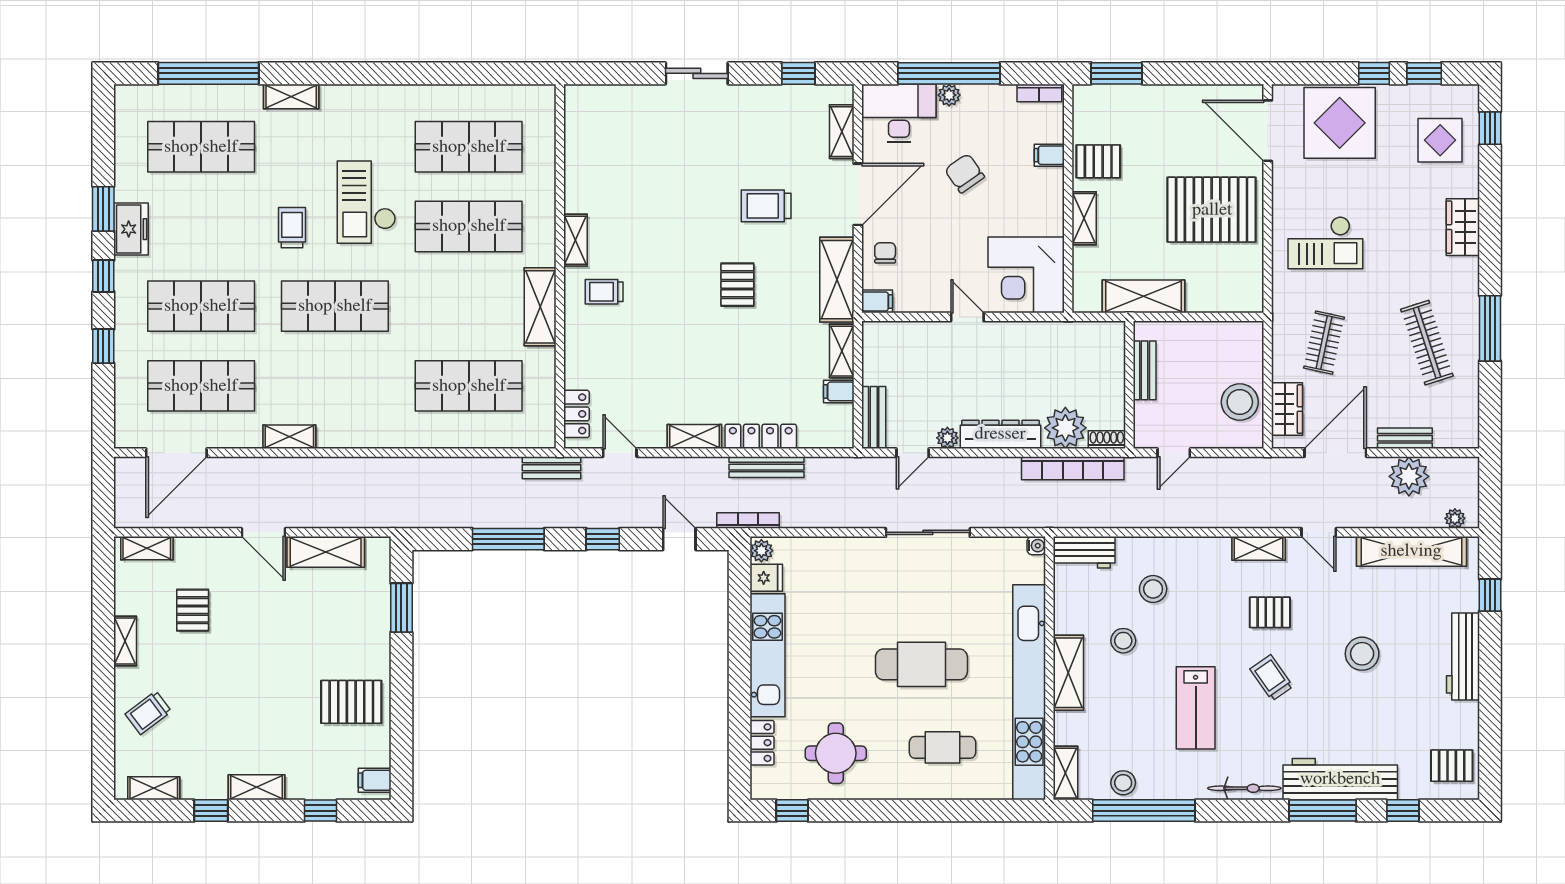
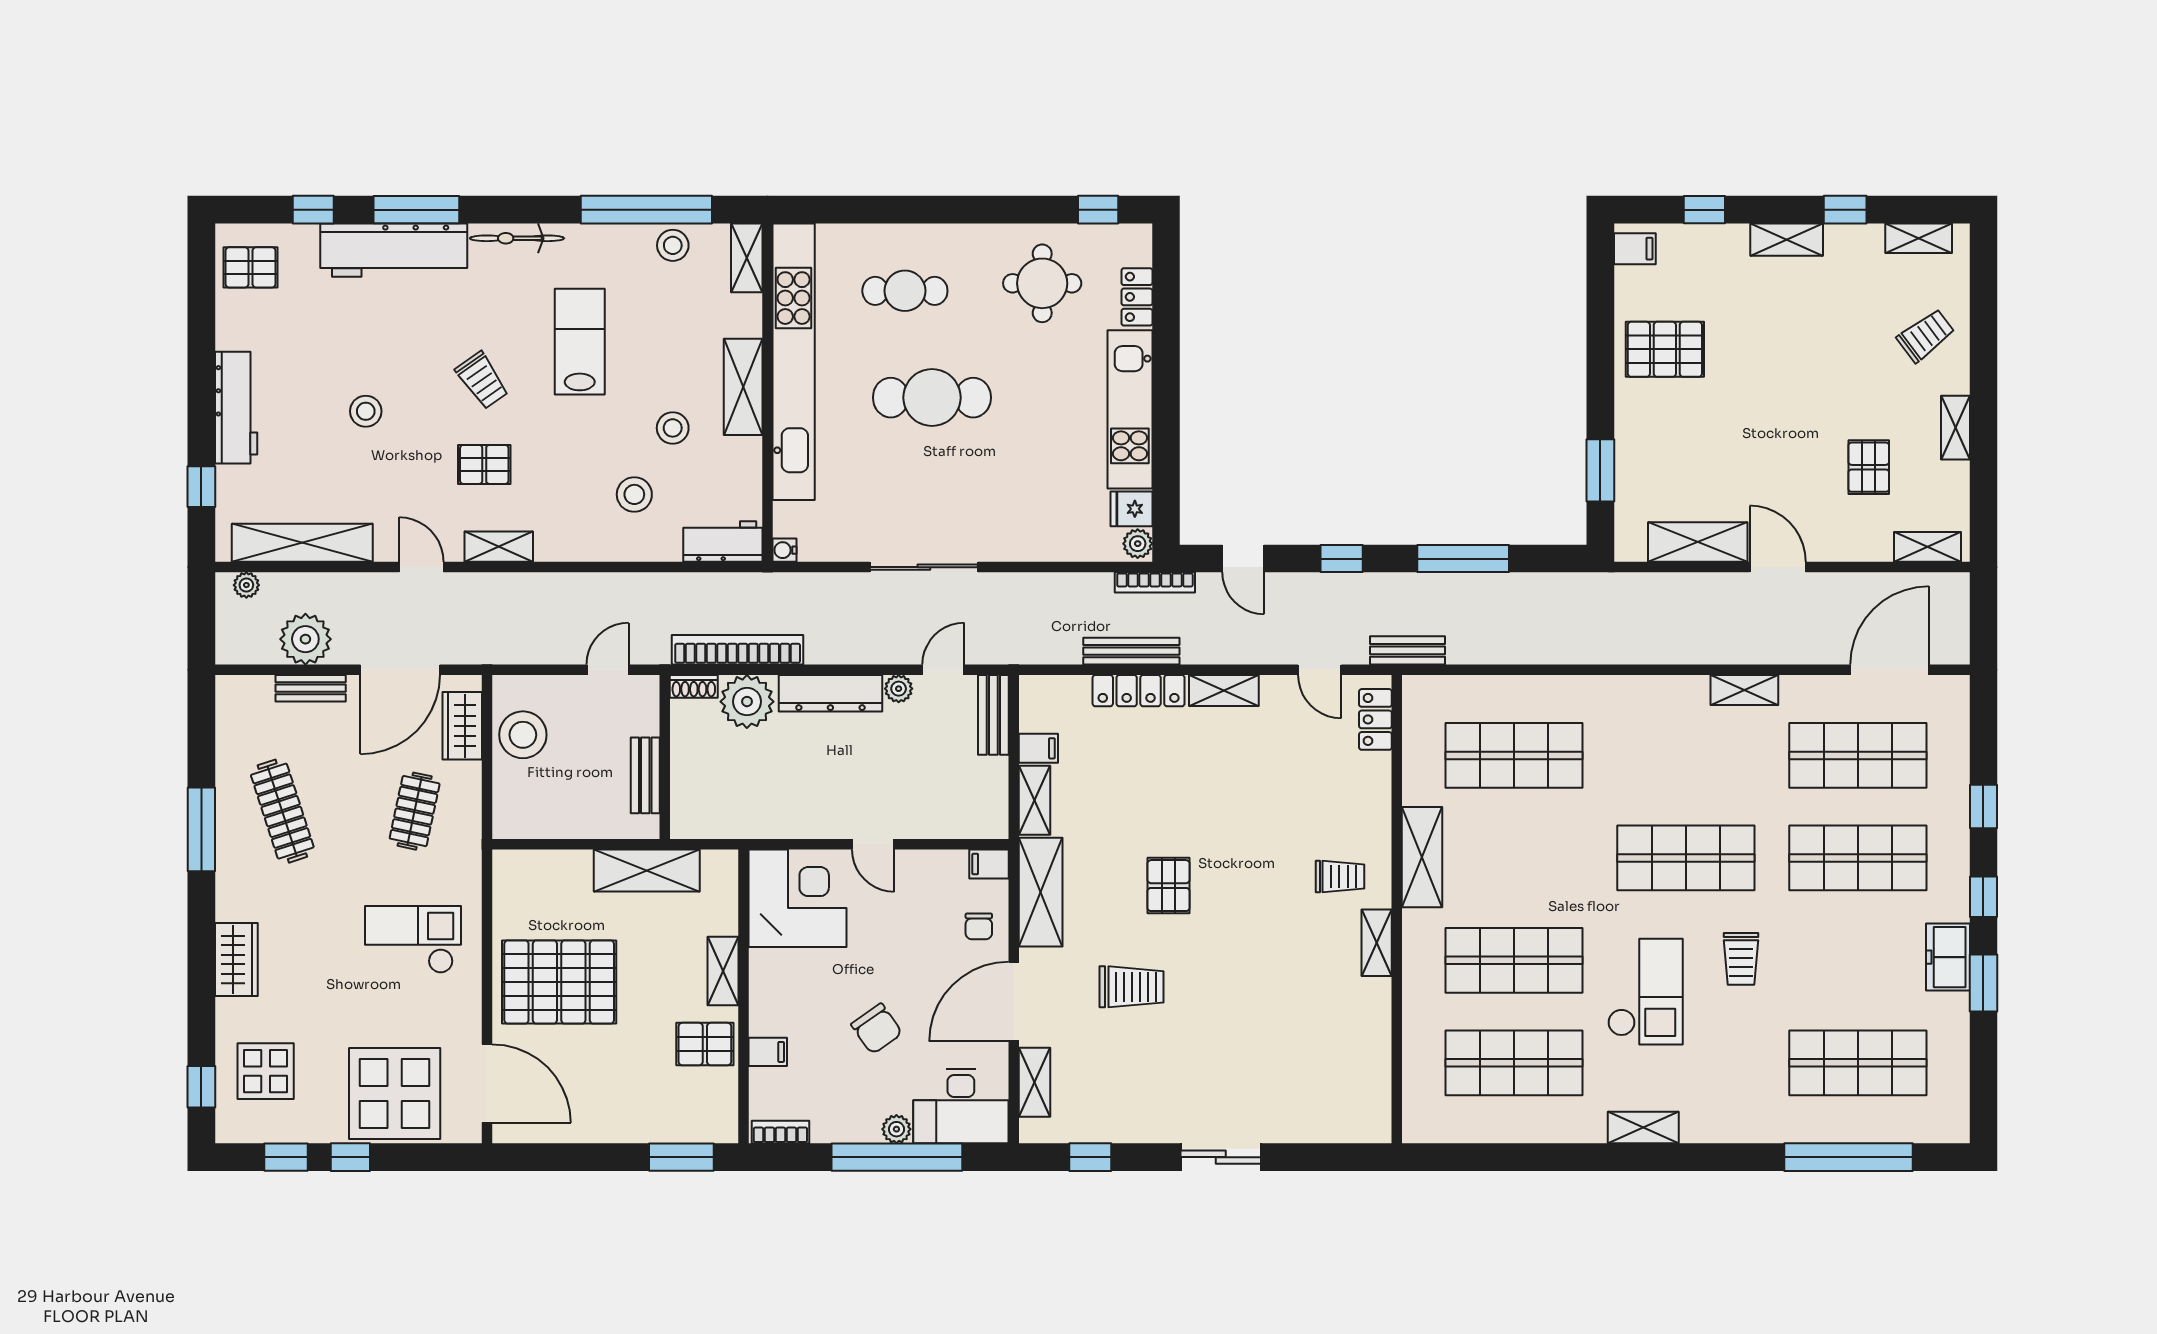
shelving: (291, 96) -> (1643, 1128), moved
stool: (1362, 654) -> (366, 411), width x0.73, depth x0.73

